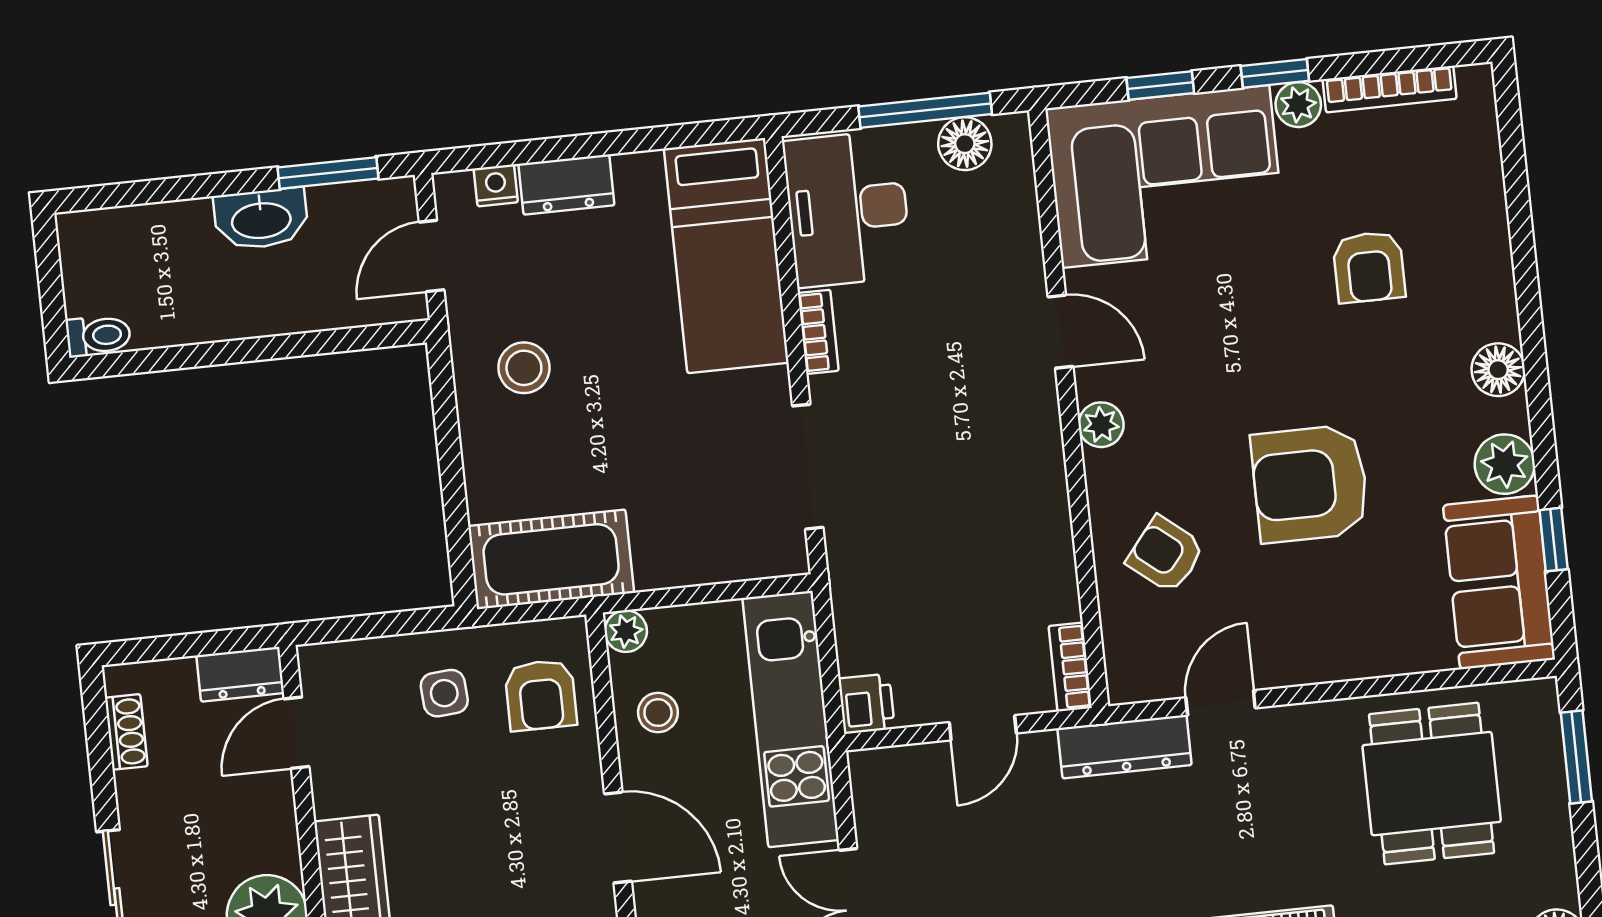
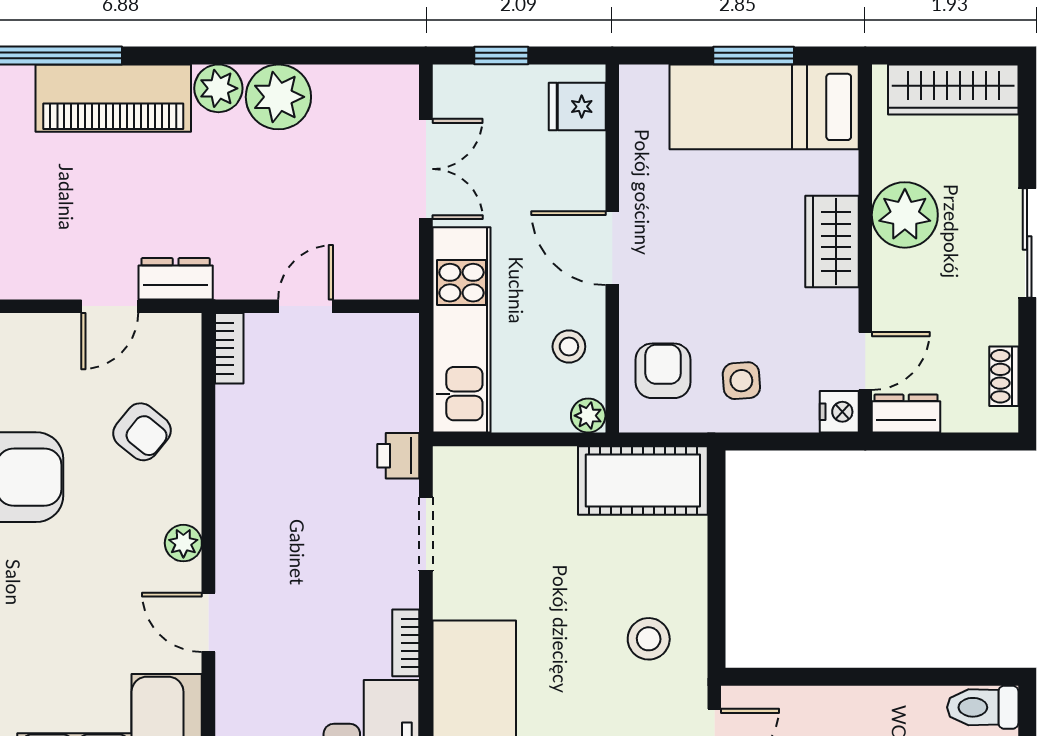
toilet: (98, 336) -> (983, 707), width x1.37, depth x1.39
doorway: (808, 467) -> (426, 534), width x0.73
nightstand: (321, 668) -> (839, 412), added
printer: (866, 704) -> (398, 456), moved
dresser: (1125, 747) -> (176, 279), width x0.70

